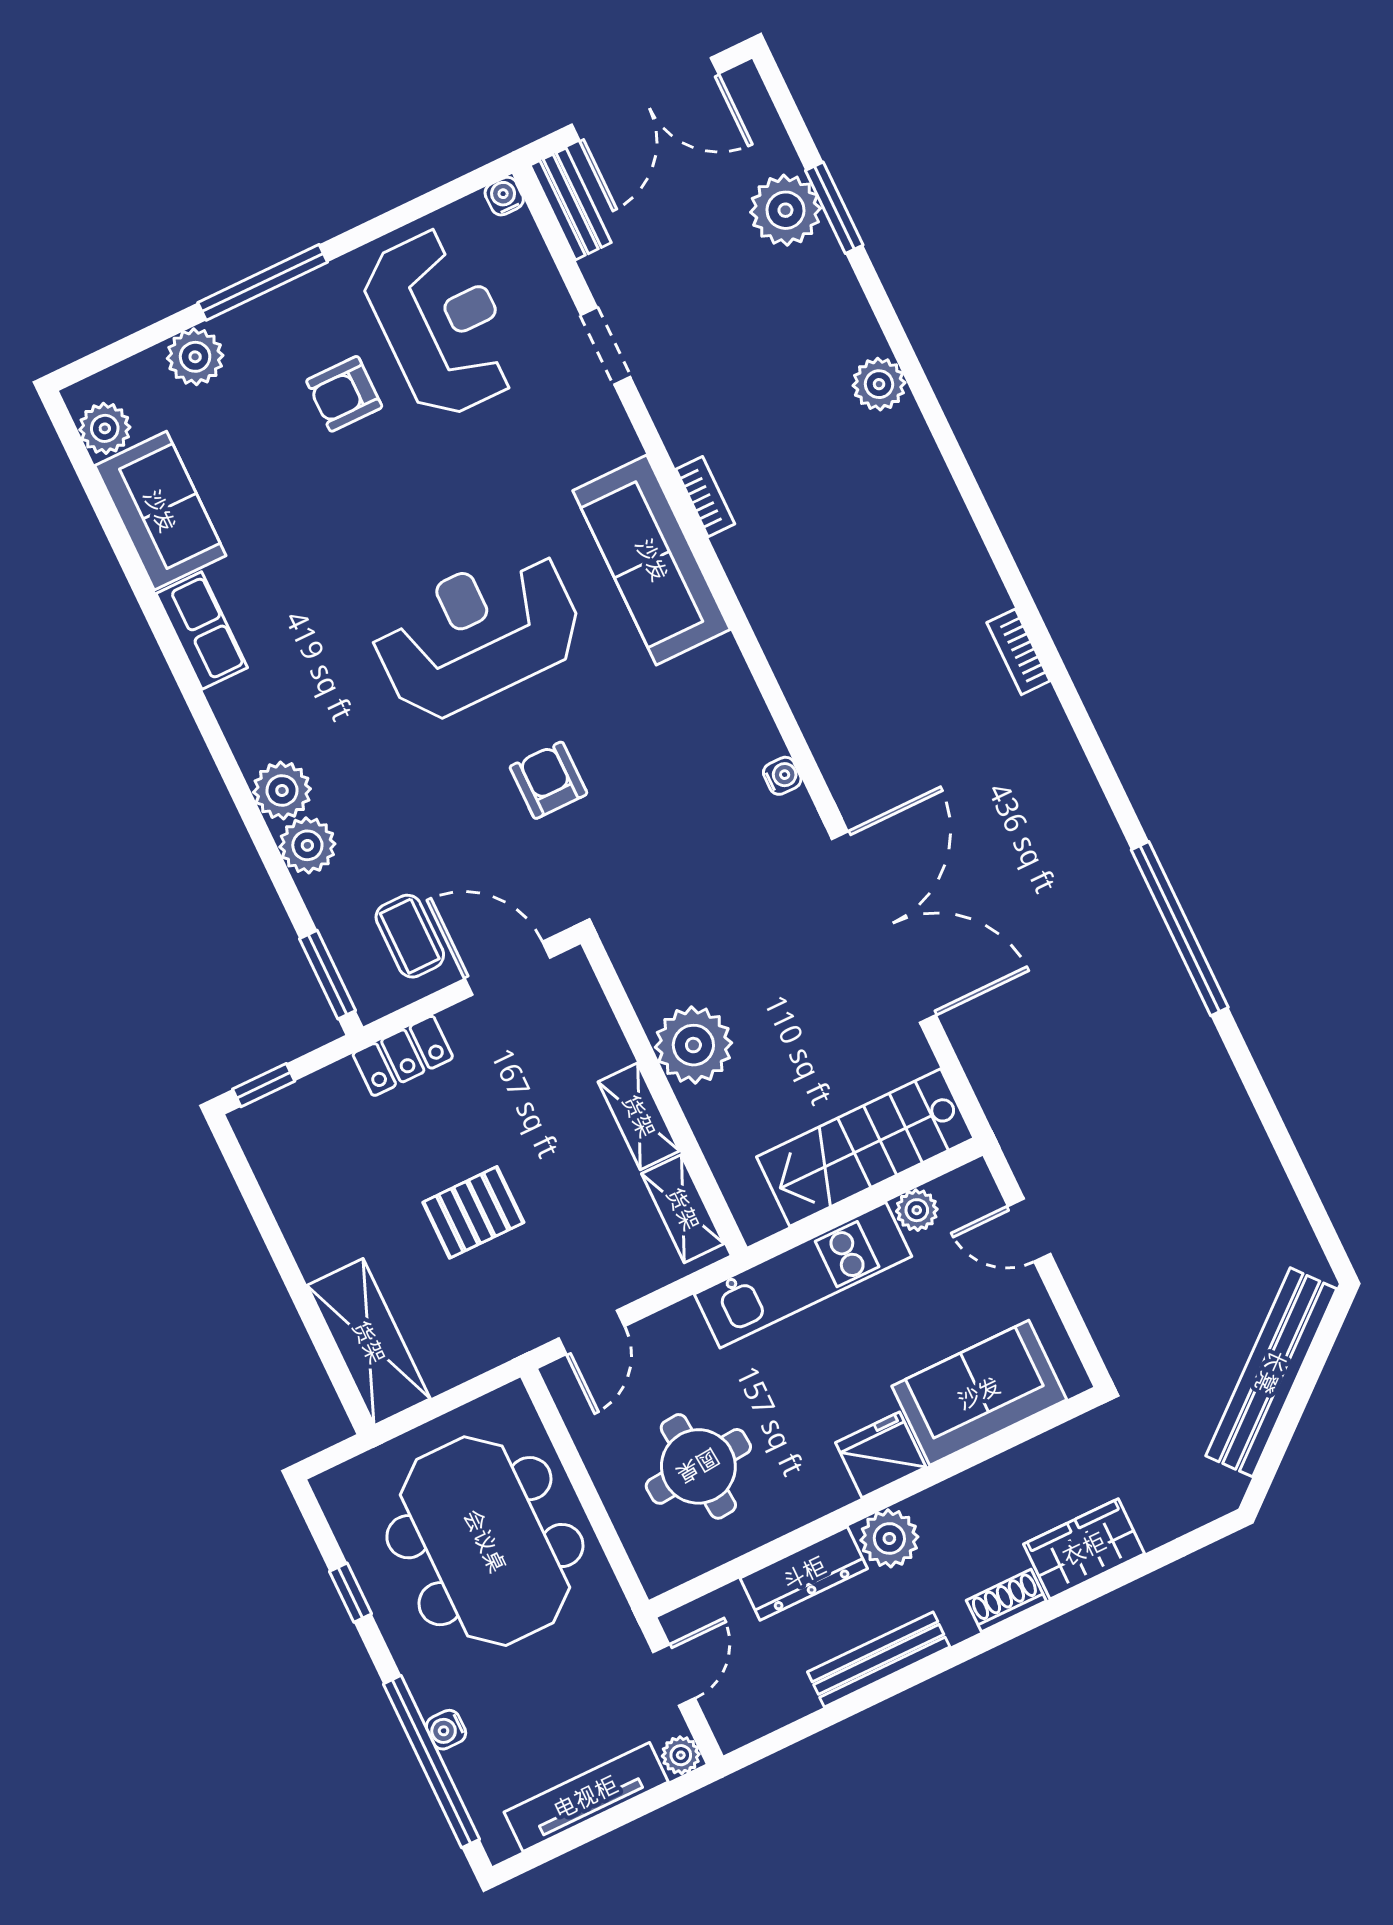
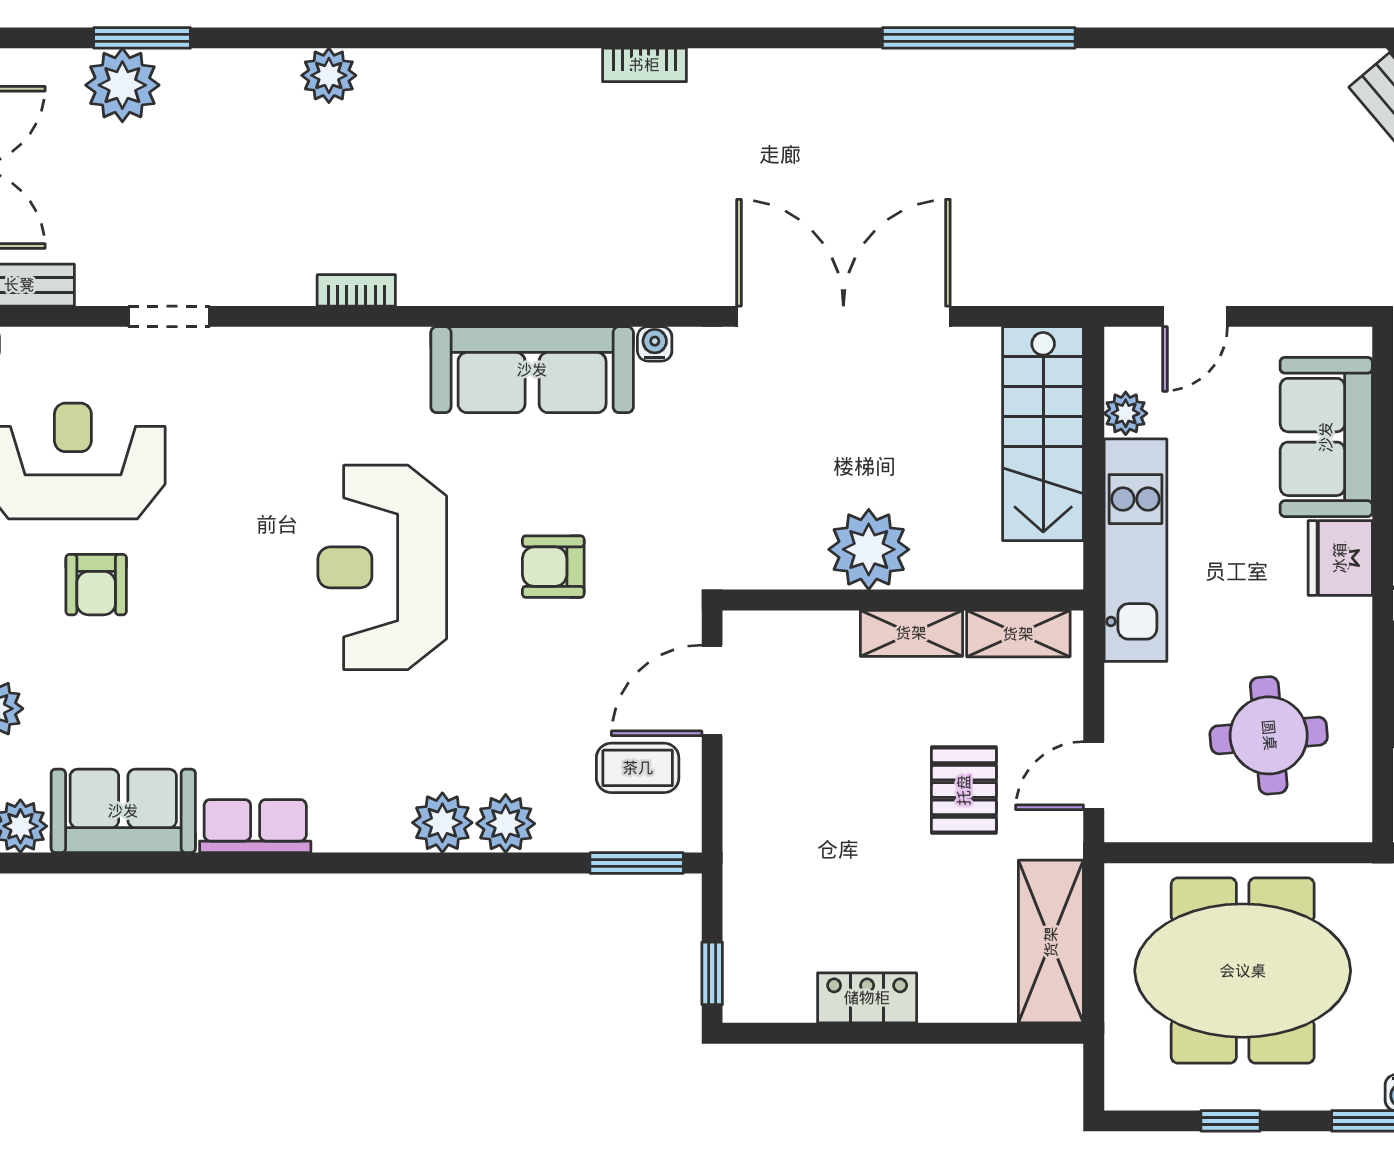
sofa: (652, 560) -> (532, 370), moved
locker: (403, 1056) -> (867, 998), moved, turned -90
pallet: (473, 1212) -> (964, 790), moved
door: (592, 1332) -> (1094, 776), swing flipped
shelving: (369, 1342) -> (1051, 942), moved, turned 90

